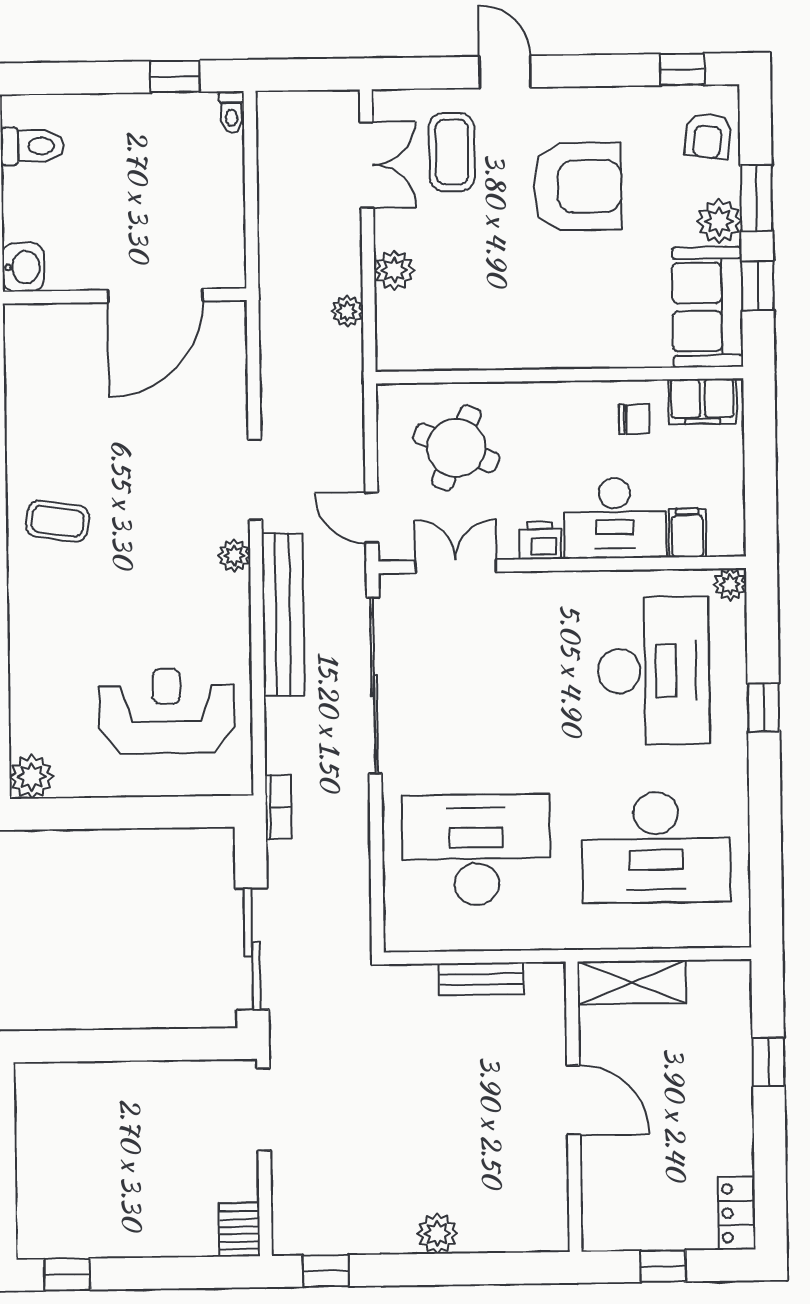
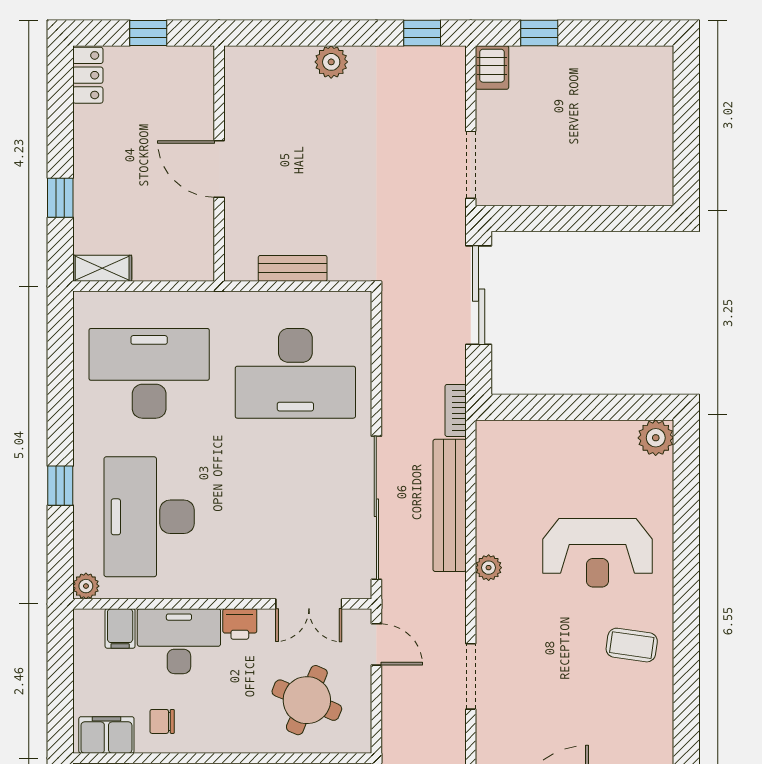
plant: (234, 556) -> (489, 568), moved
bench: (283, 615) -> (450, 505), moved
reception desk: (167, 711) -> (597, 553), moved
shelving: (632, 982) -> (102, 268), moved, width x0.67, depth x0.75
window: (67, 1274) -> (539, 33), moved

